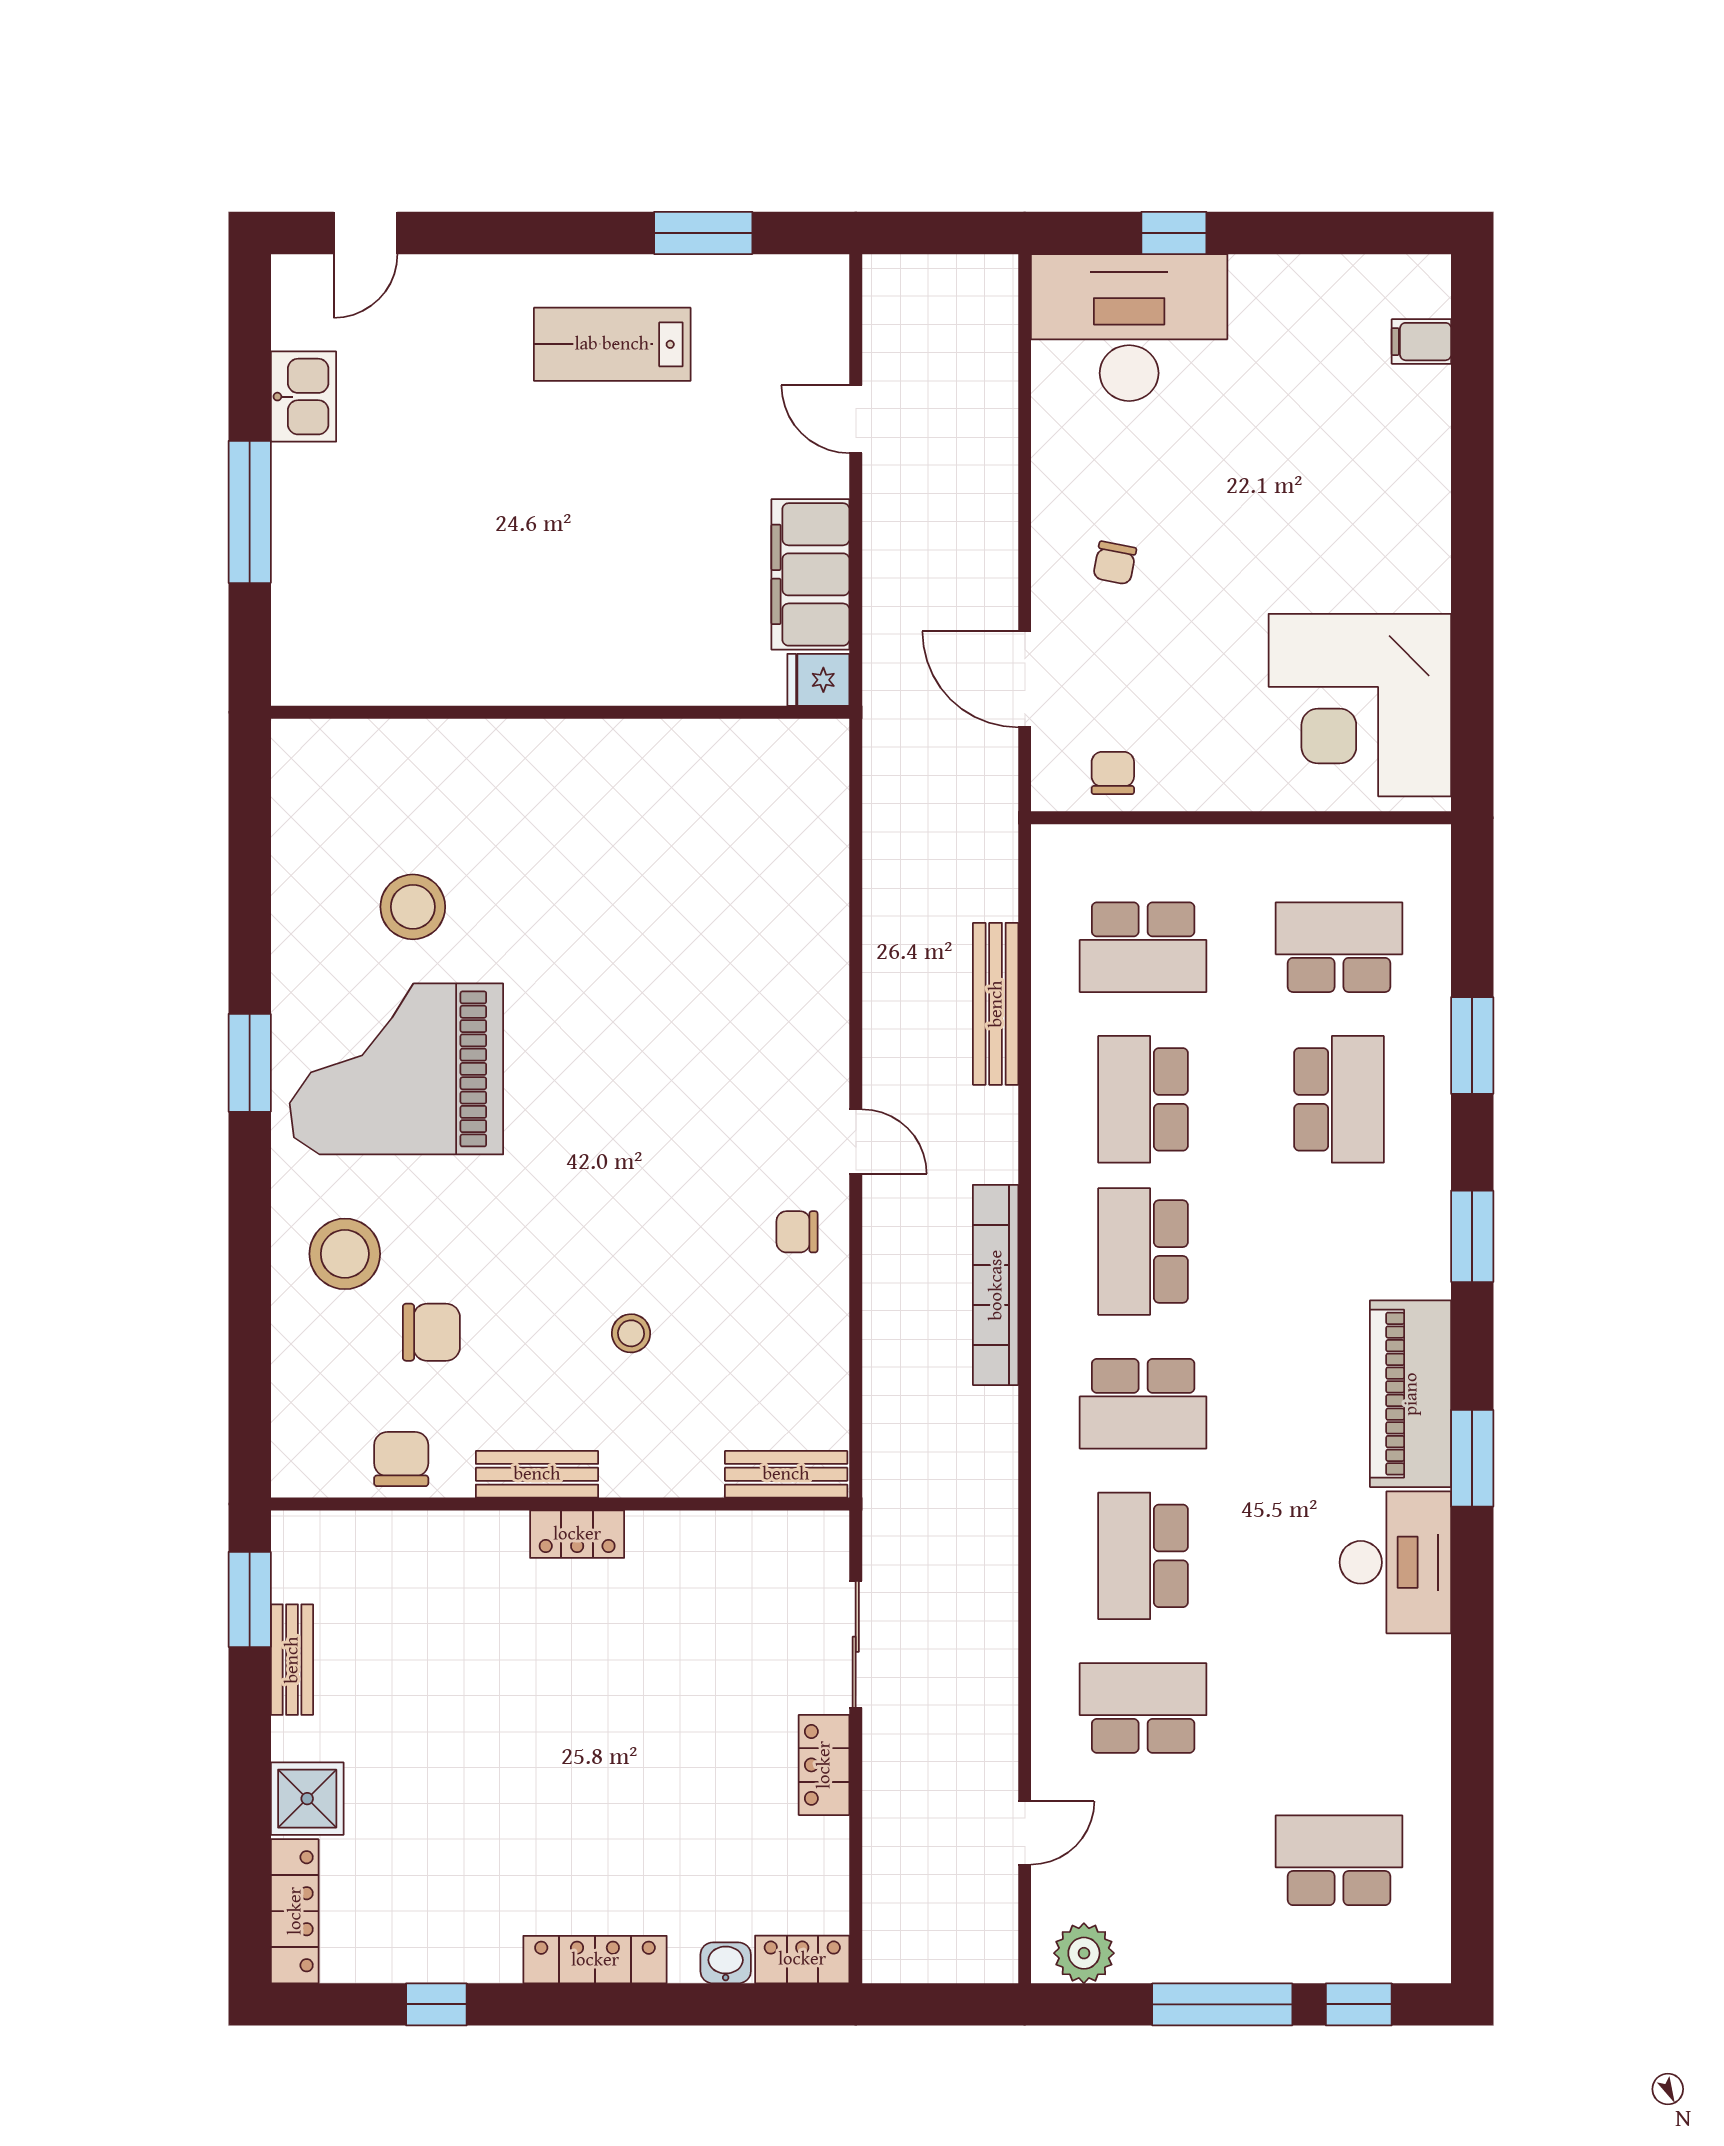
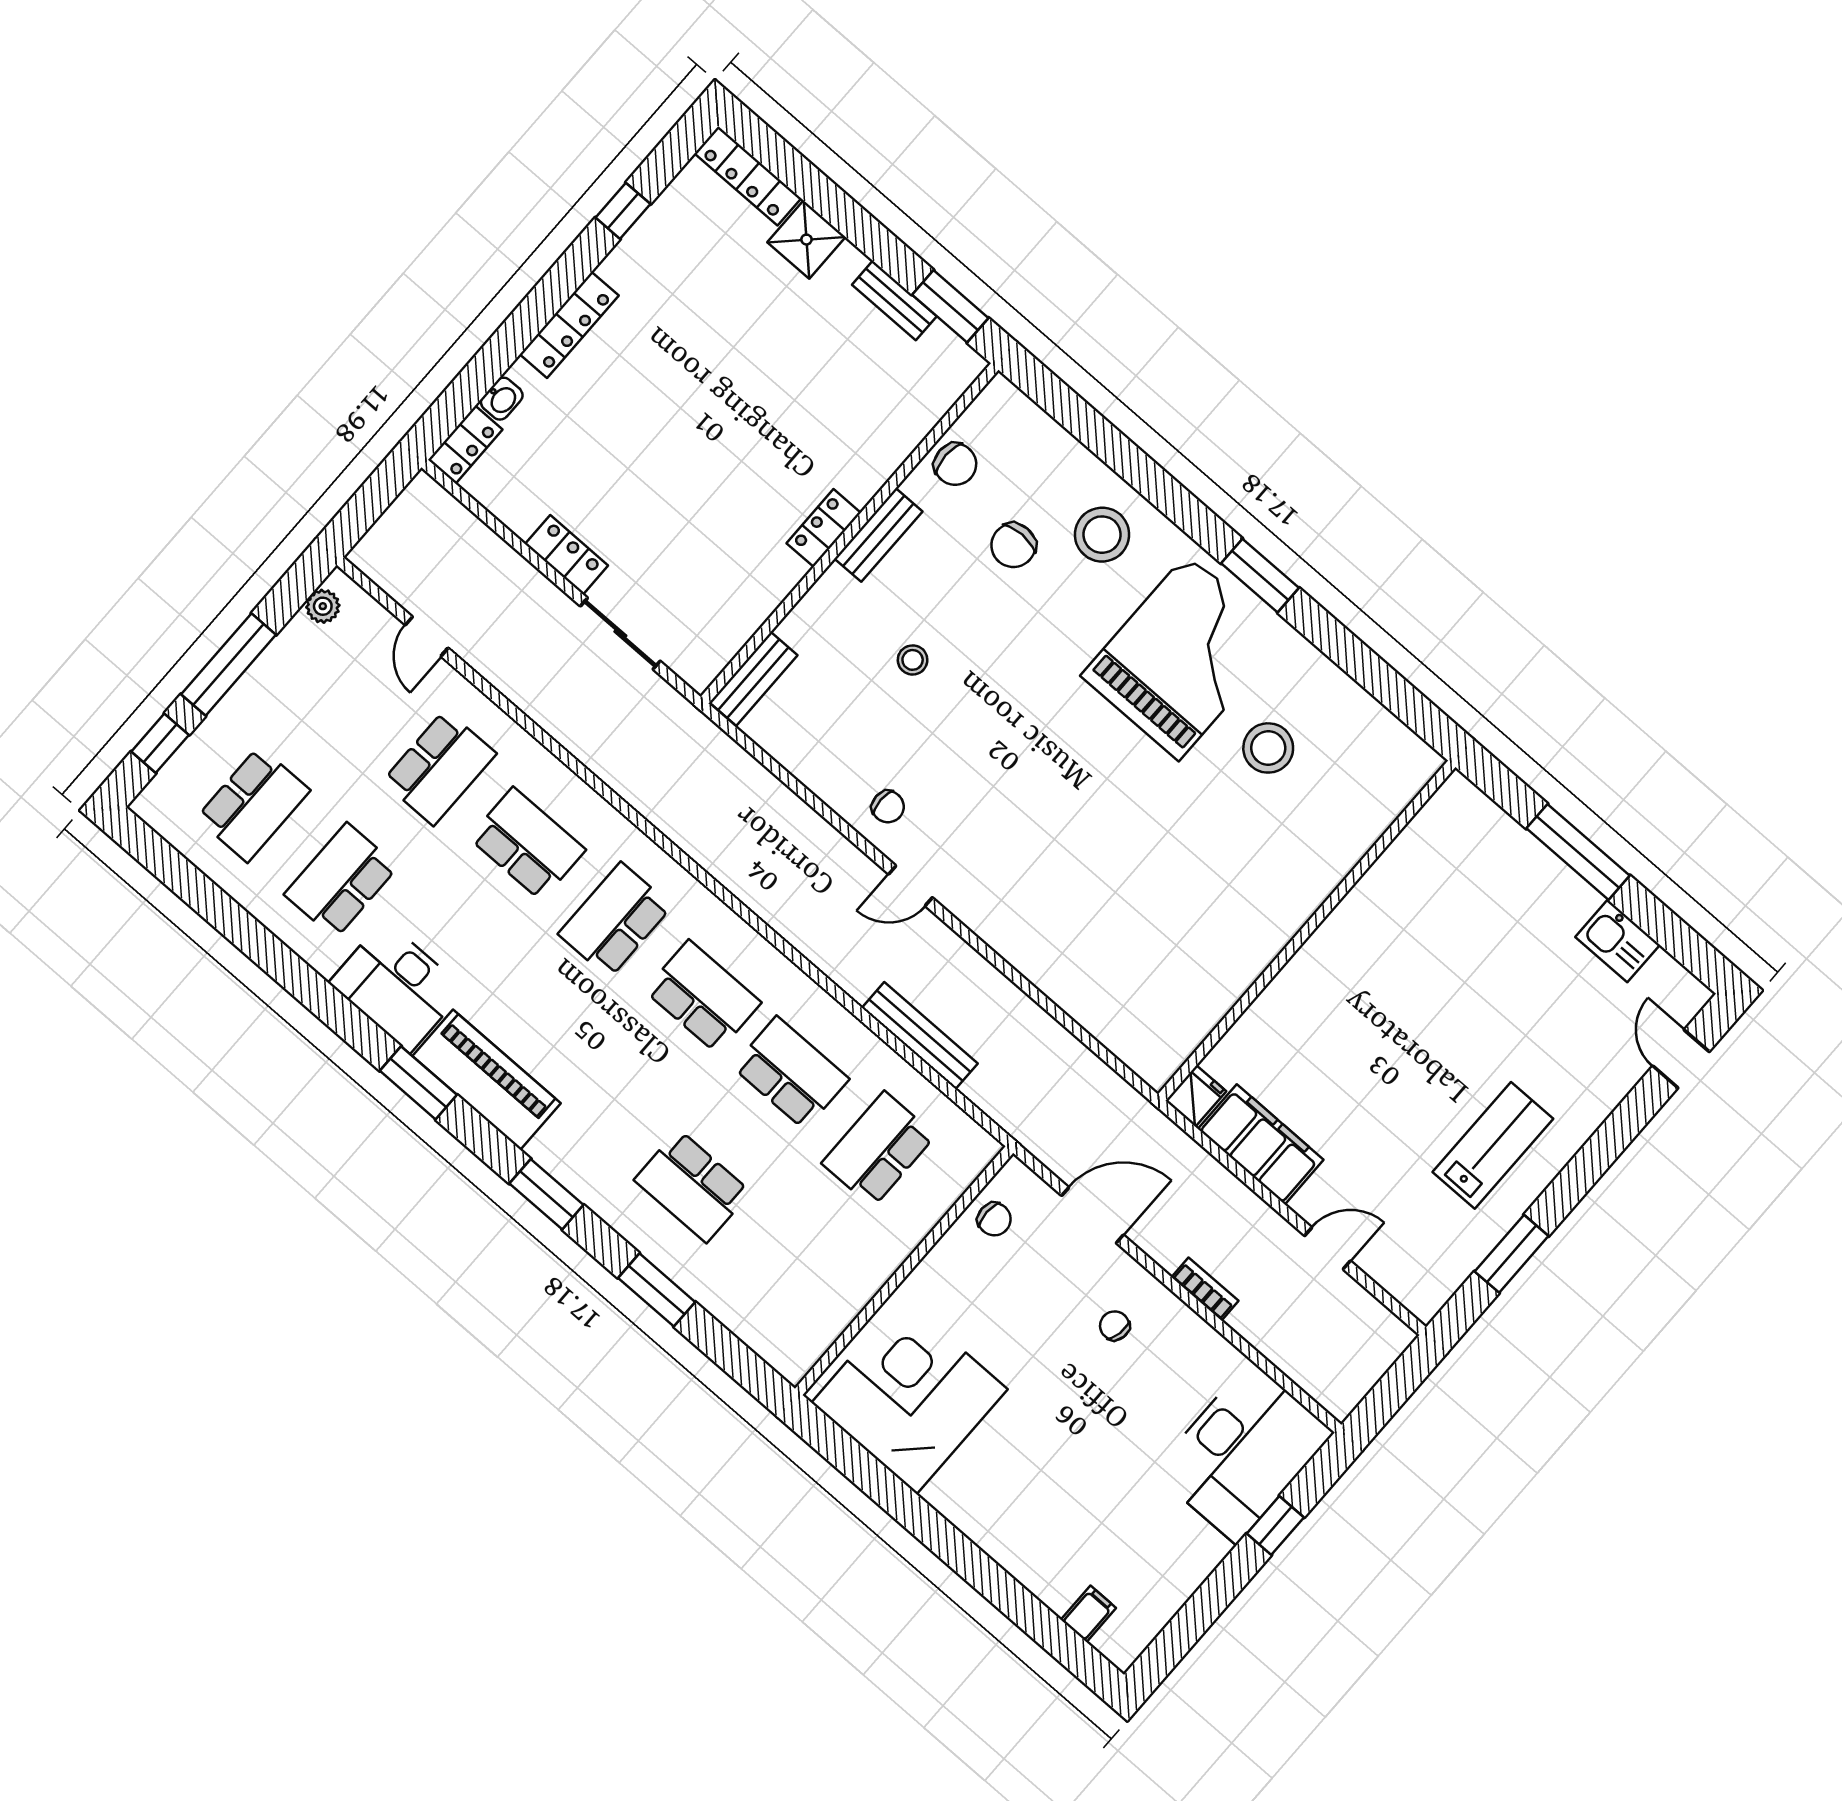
school desk: (1339, 947) -> (341, 881), moved, turned 180
chair: (797, 1232) -> (888, 807), turned 90
bookcase: (996, 1285) -> (1205, 1289), moved, width x0.43, depth x0.76
plant: (1084, 1953) -> (323, 606), width x0.73, depth x0.73

